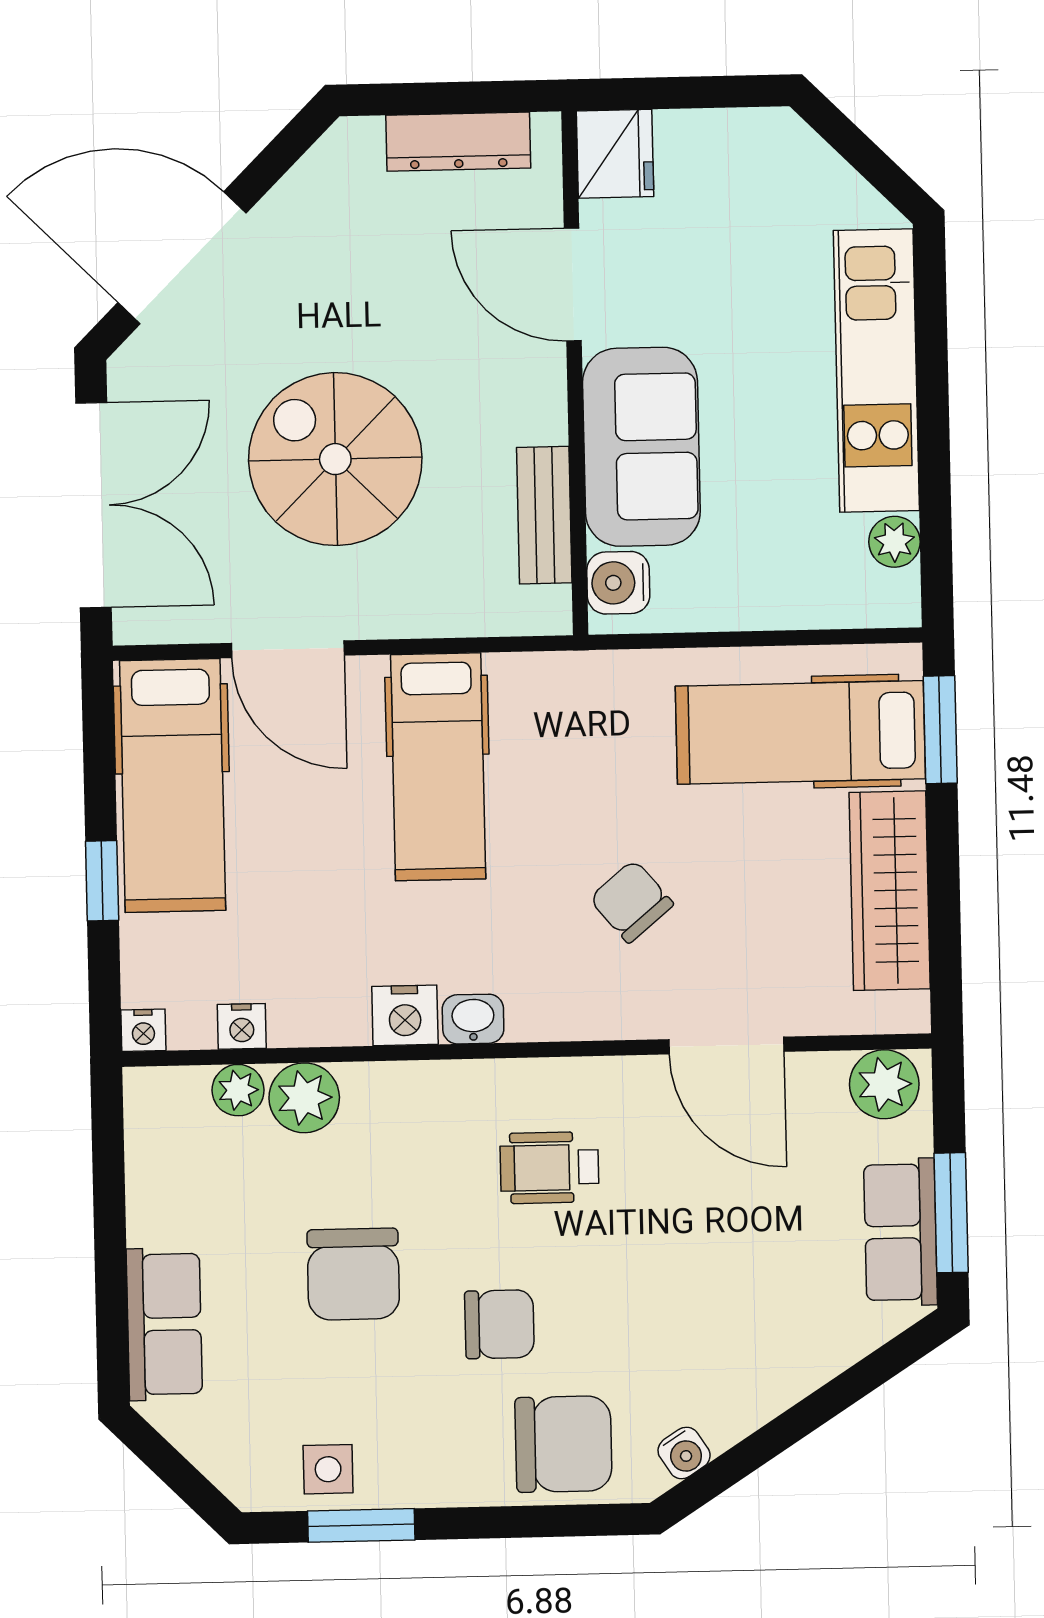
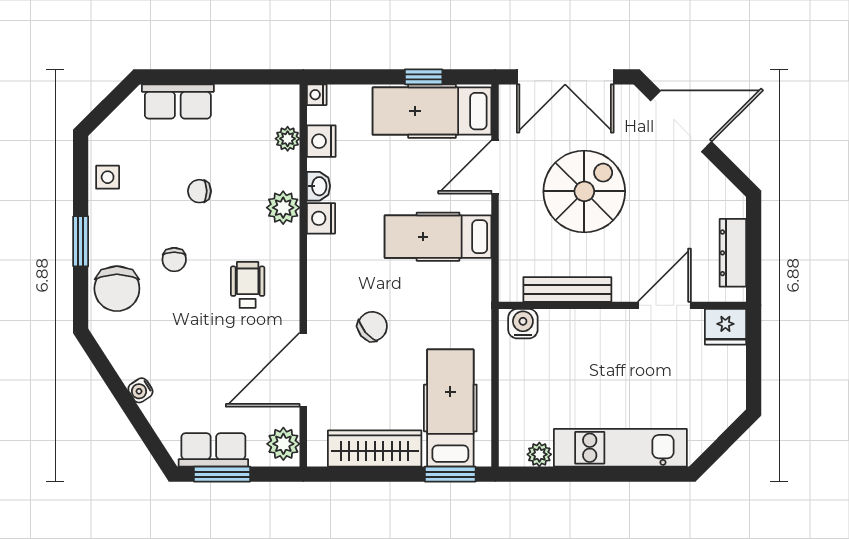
door: (182, 258) -> (681, 121), hinge flipped
sofa: (641, 447) -> (587, 336), removed
bench: (544, 515) -> (567, 289), width x1.36
window: (102, 881) -> (424, 77), moved
washbasin: (473, 1019) -> (319, 186), moved
nightstand: (242, 1026) -> (321, 141), width x1.39, depth x1.35
door: (726, 1046) -> (303, 370), width x1.36
plant: (304, 1098) -> (283, 208), moved
chair: (353, 1274) -> (199, 191), width x0.54, depth x0.54
chair: (499, 1324) -> (174, 260), width x0.73, depth x0.73
water cooler: (684, 1453) -> (140, 390), moved
window: (361, 1525) -> (81, 241), moved

